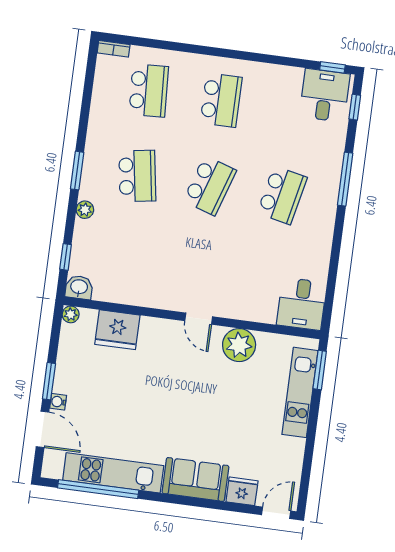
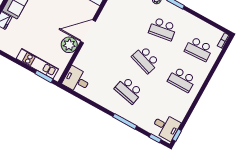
door: (199, 319) -> (88, 31), width x1.88

